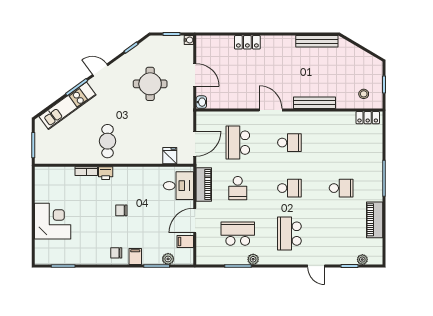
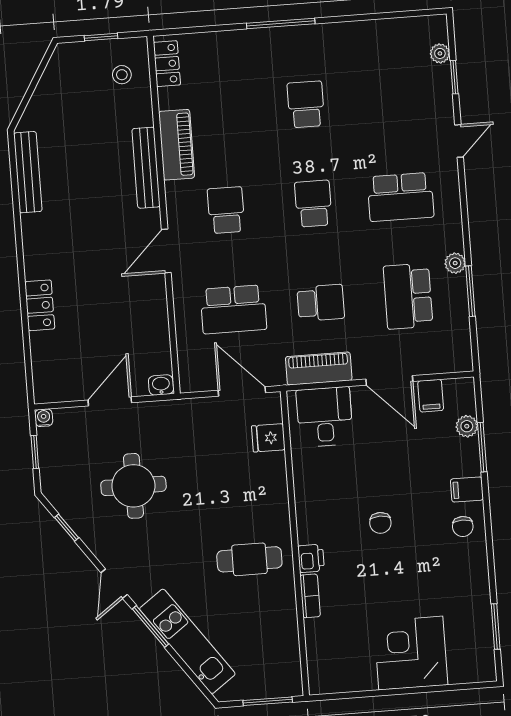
piano: (375, 220) -> (176, 145), moved, turned -90

